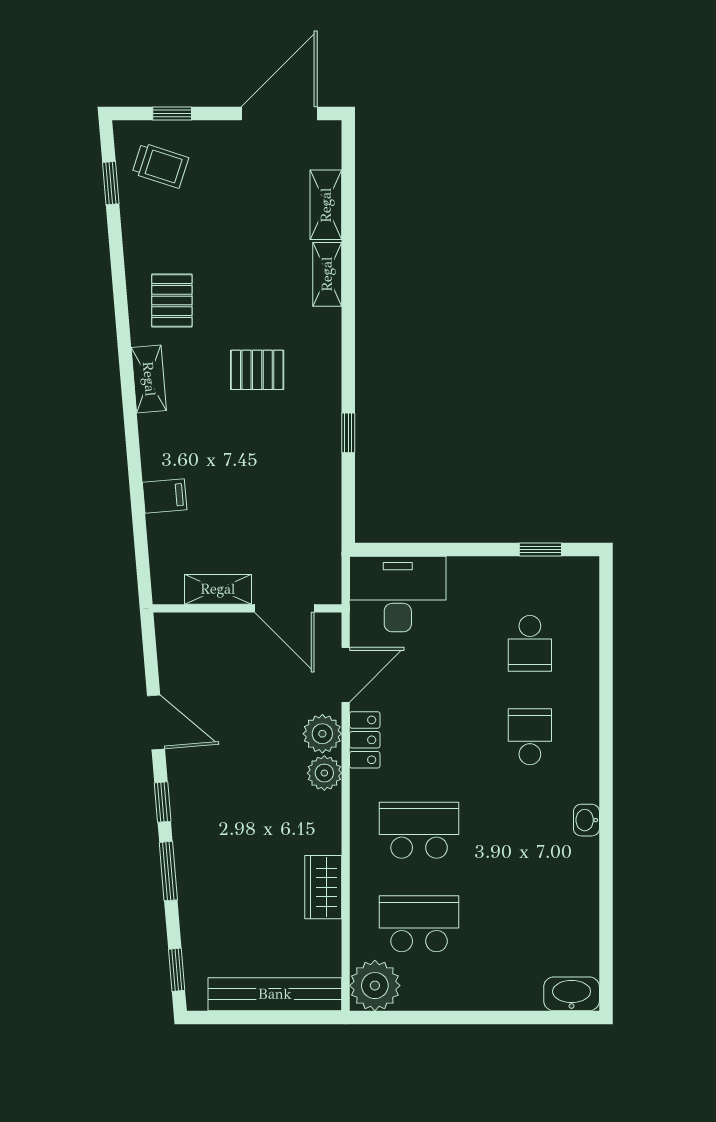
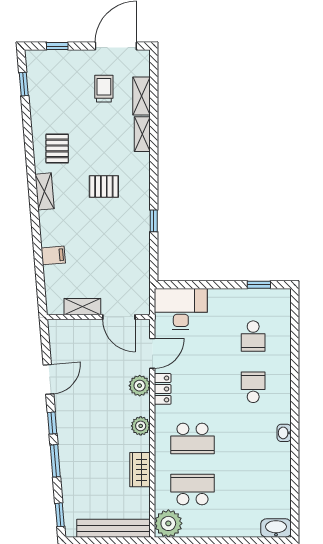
trolley: (160, 165) -> (104, 89), moved, turned -108
door: (156, 722) -> (48, 379), hinge flipped
plant: (324, 773) -> (141, 426), moved
school desk: (419, 830) -> (192, 438), turned 180

